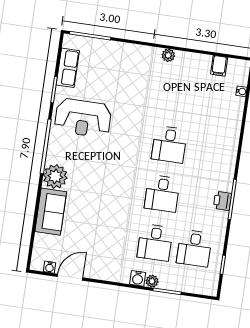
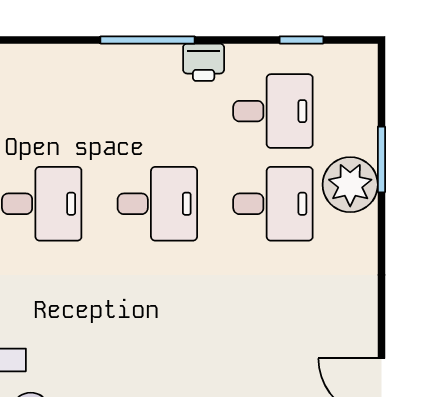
printer: (222, 201) -> (204, 62), moved
water cooler: (138, 278) -> (361, 232), removed
plant: (152, 281) -> (350, 185), width x1.87, depth x1.87

